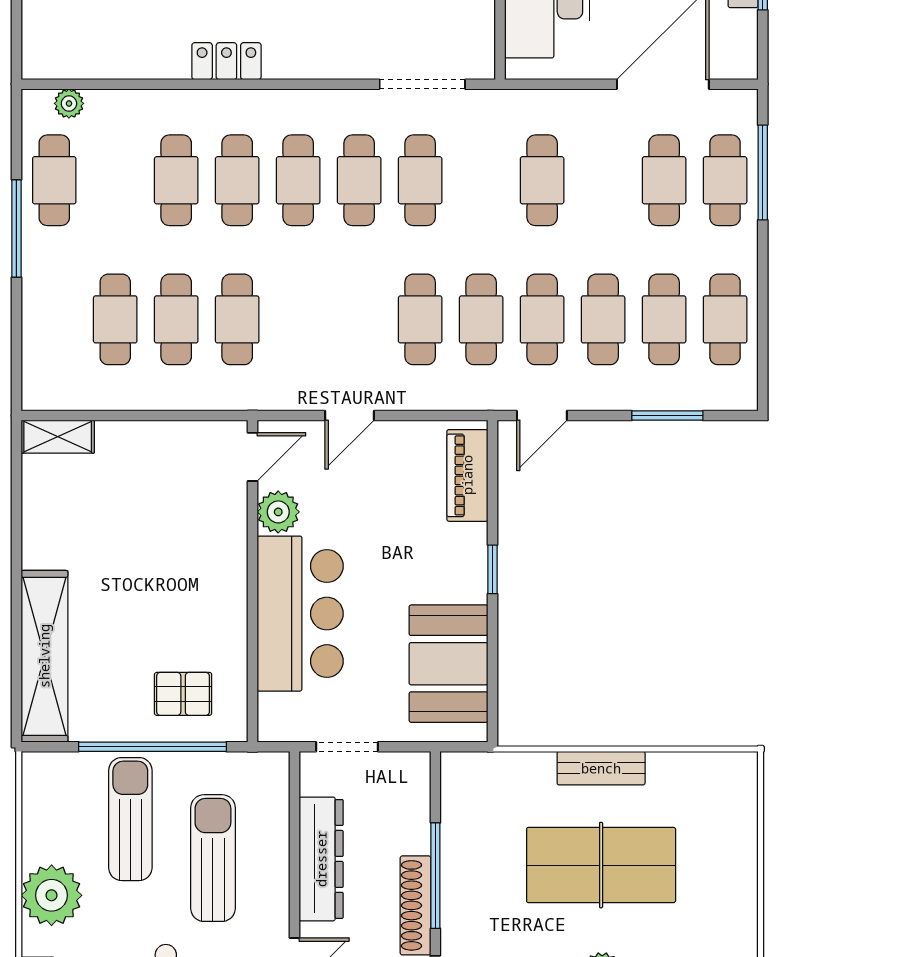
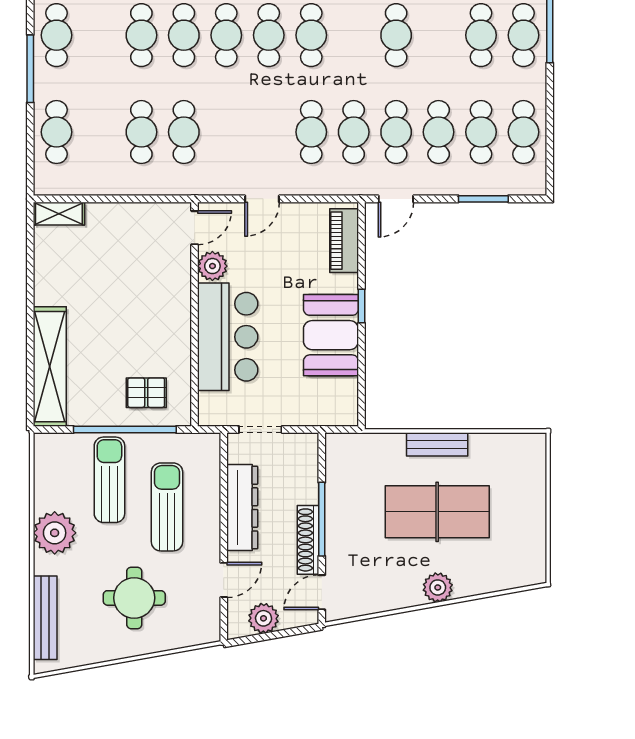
cafe table: (115, 319) -> (56, 132), moved
booth: (448, 664) -> (331, 335), moved

